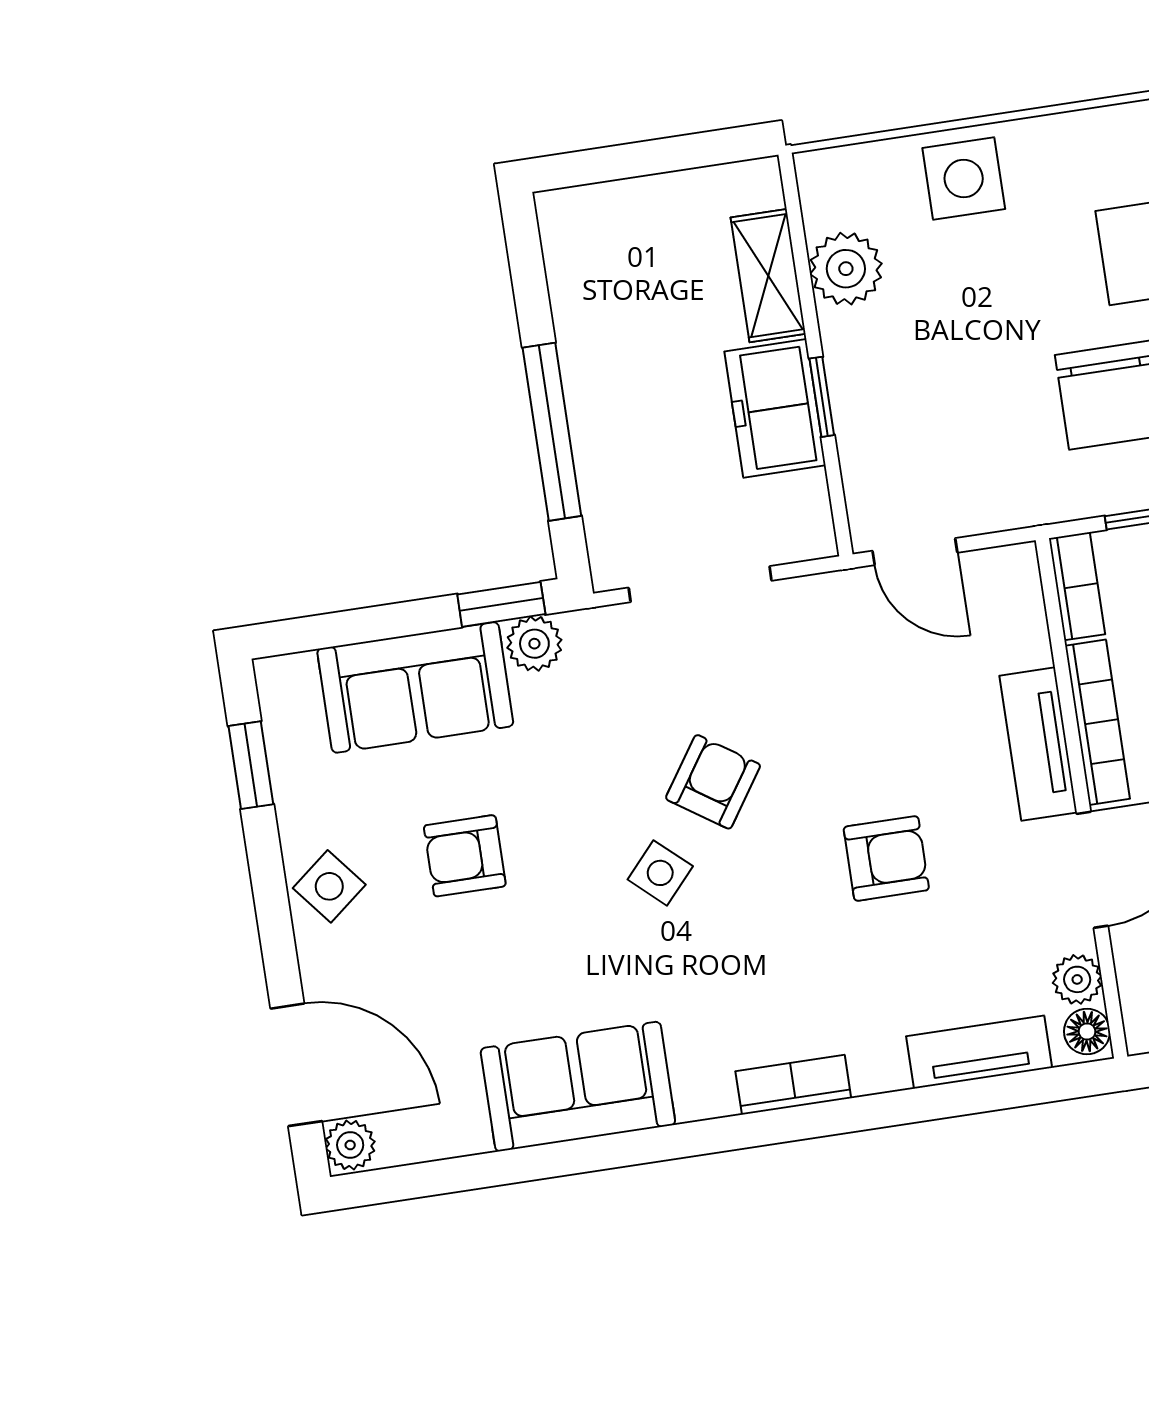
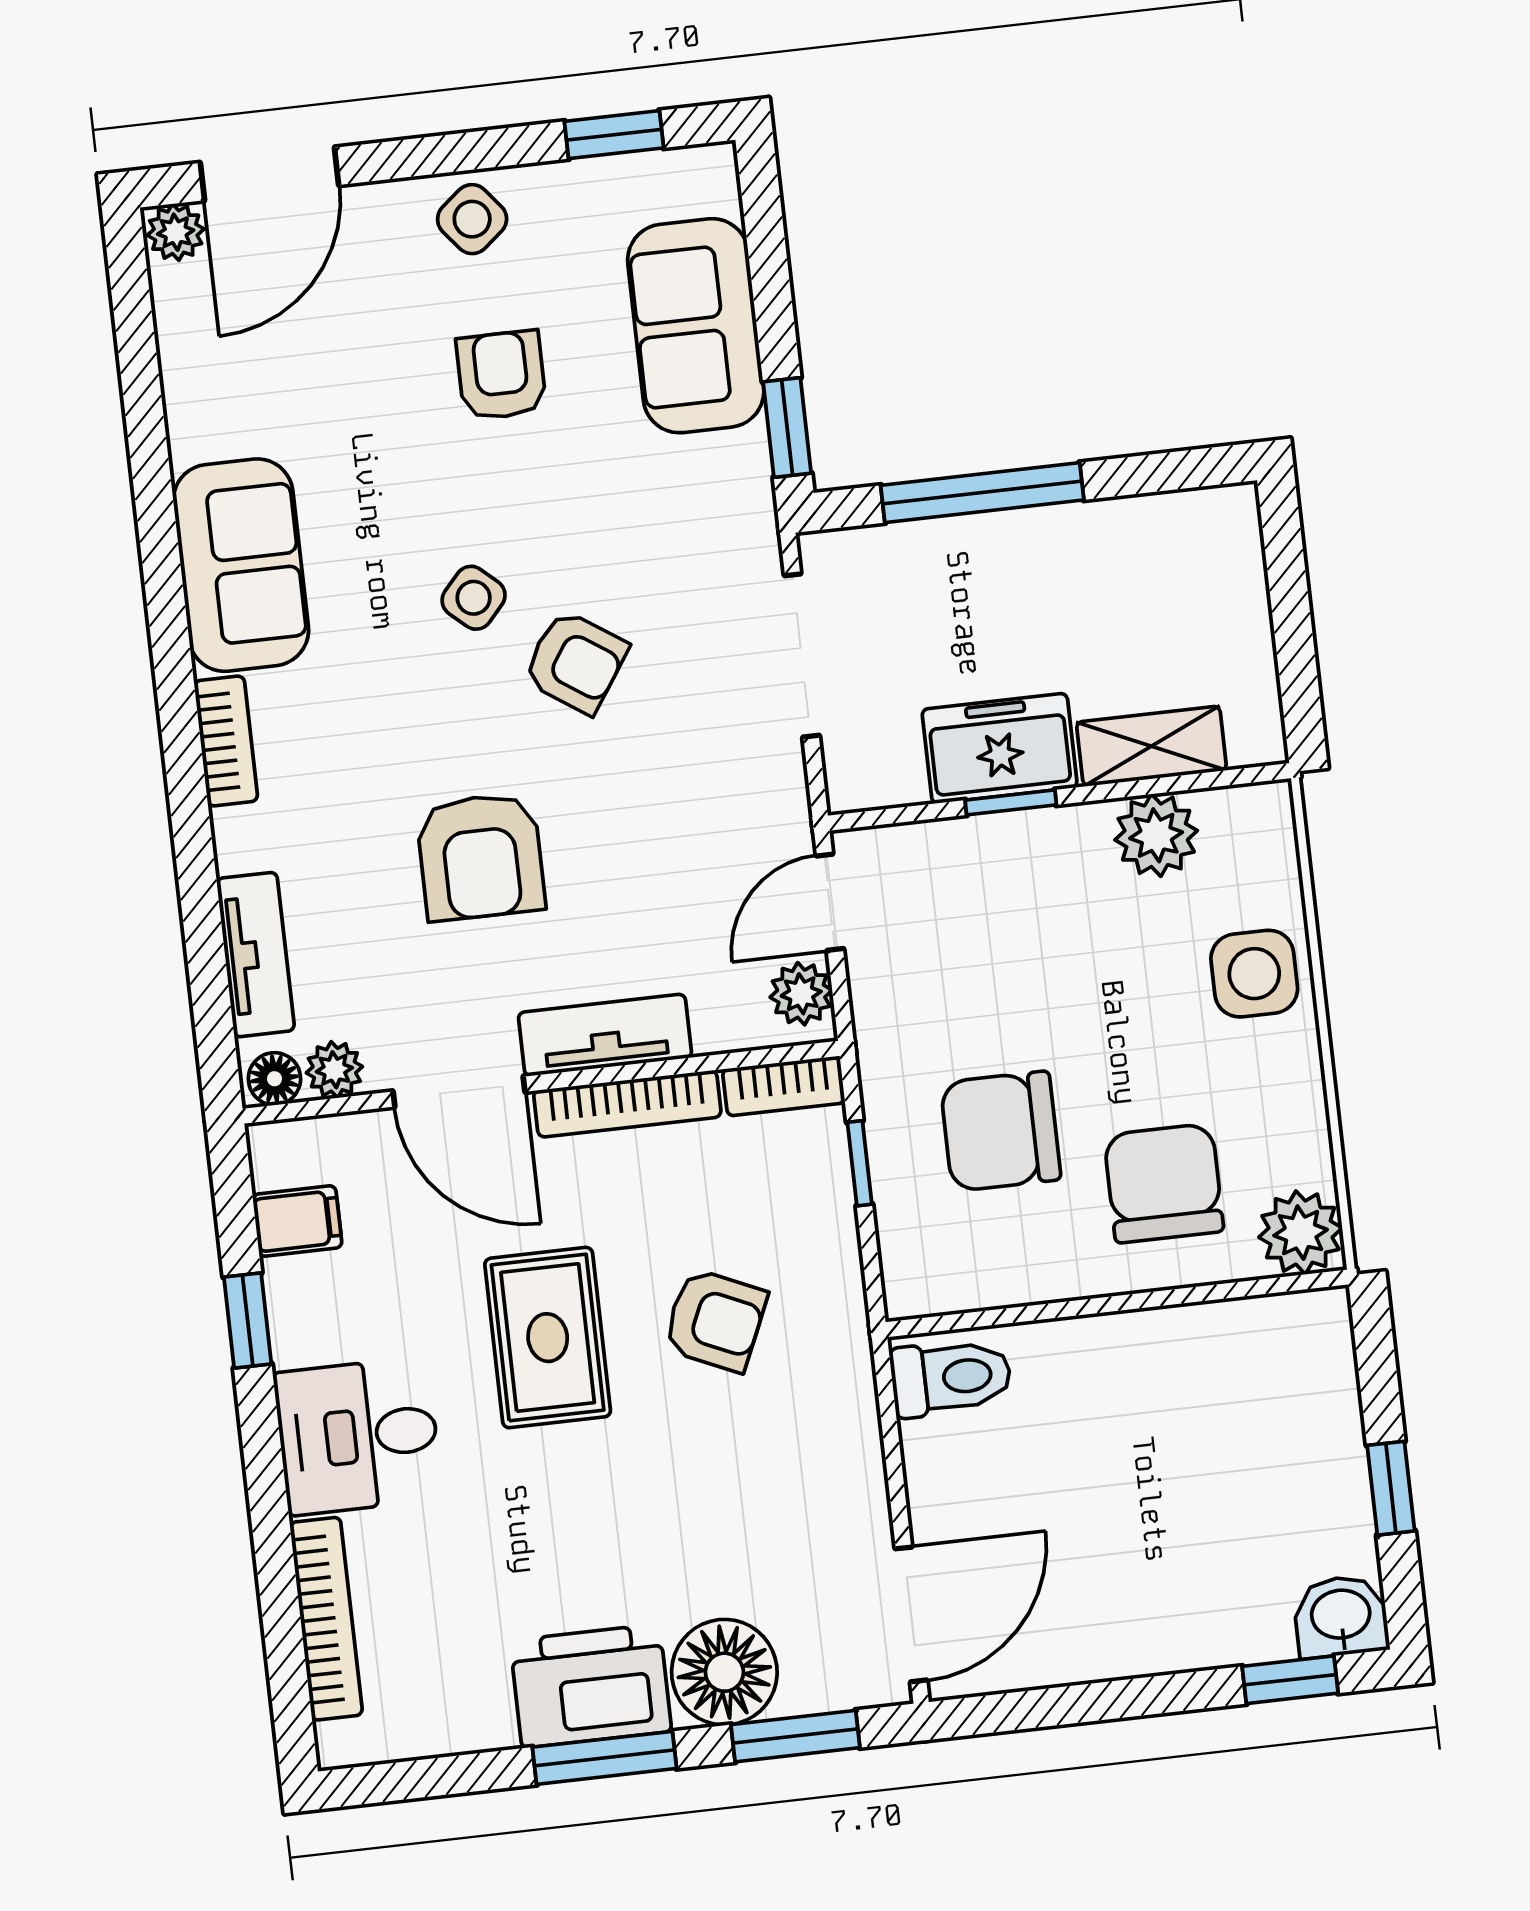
plant: (534, 644) -> (801, 994), moved
armchair: (886, 858) -> (481, 857), width x1.38, depth x1.38
sofa: (578, 1087) -> (241, 565), moved

